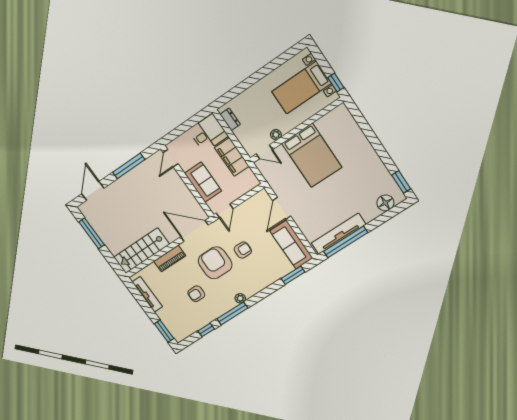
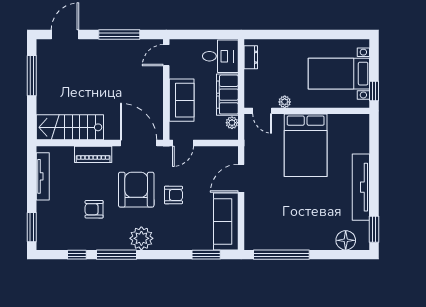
plant: (249, 174) -> (232, 123), added
tv unit: (339, 234) -> (361, 187), moved, turned -90
plant: (240, 298) -> (141, 238), width x1.88, depth x1.88

